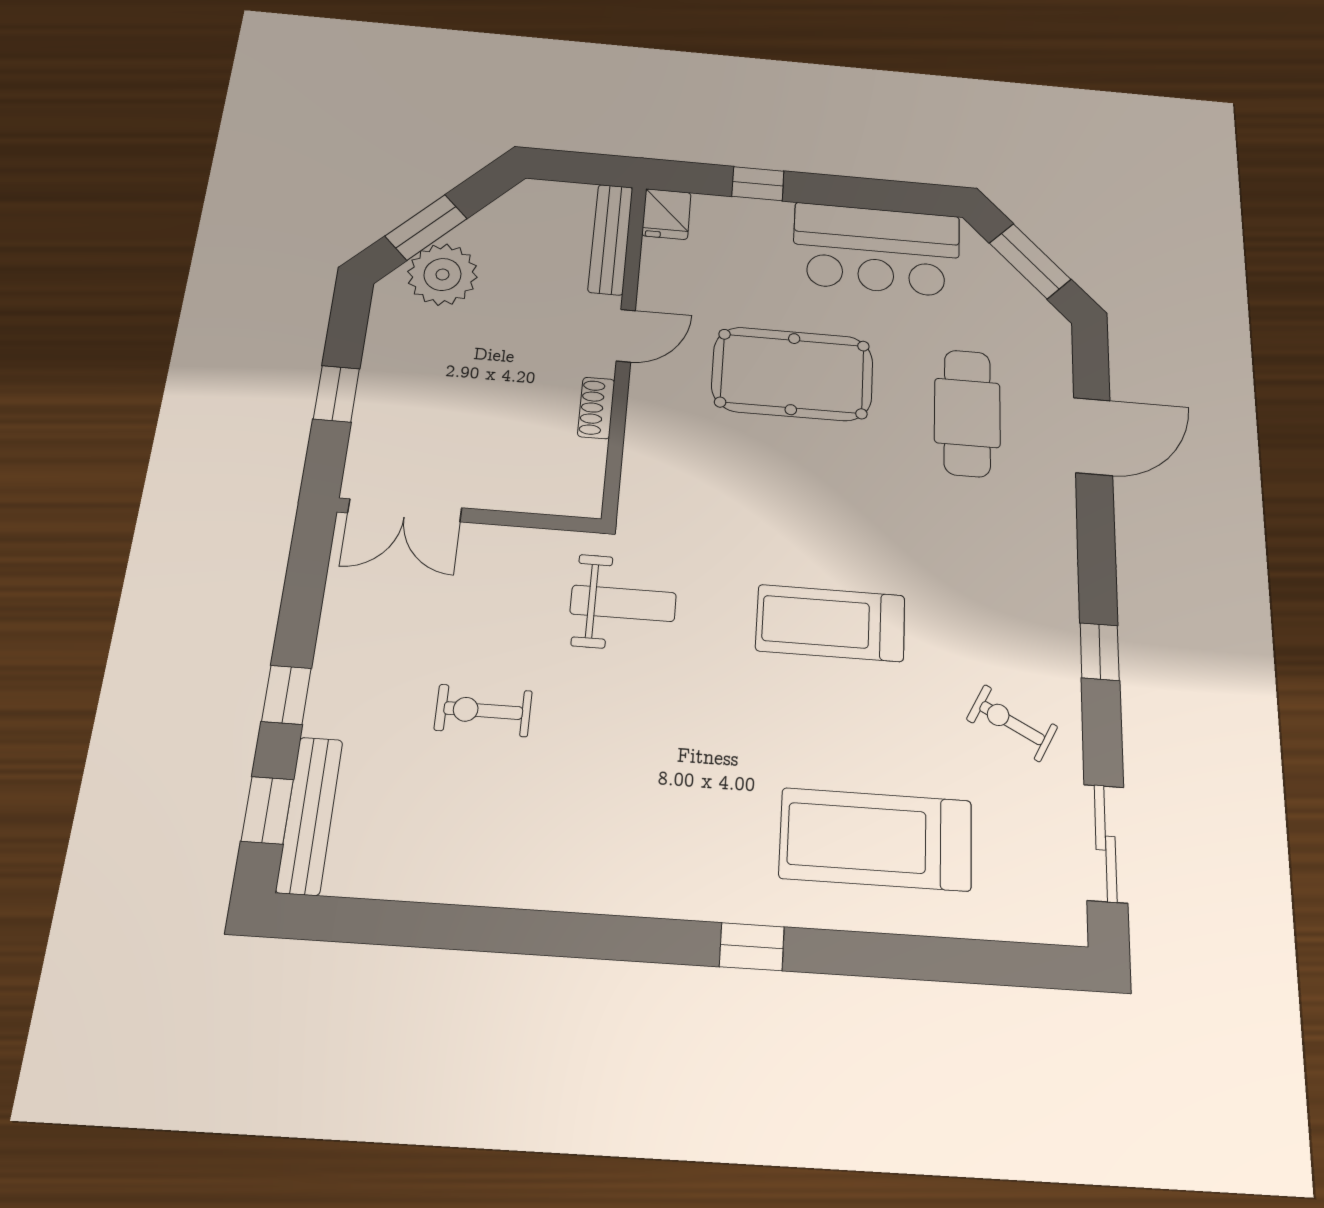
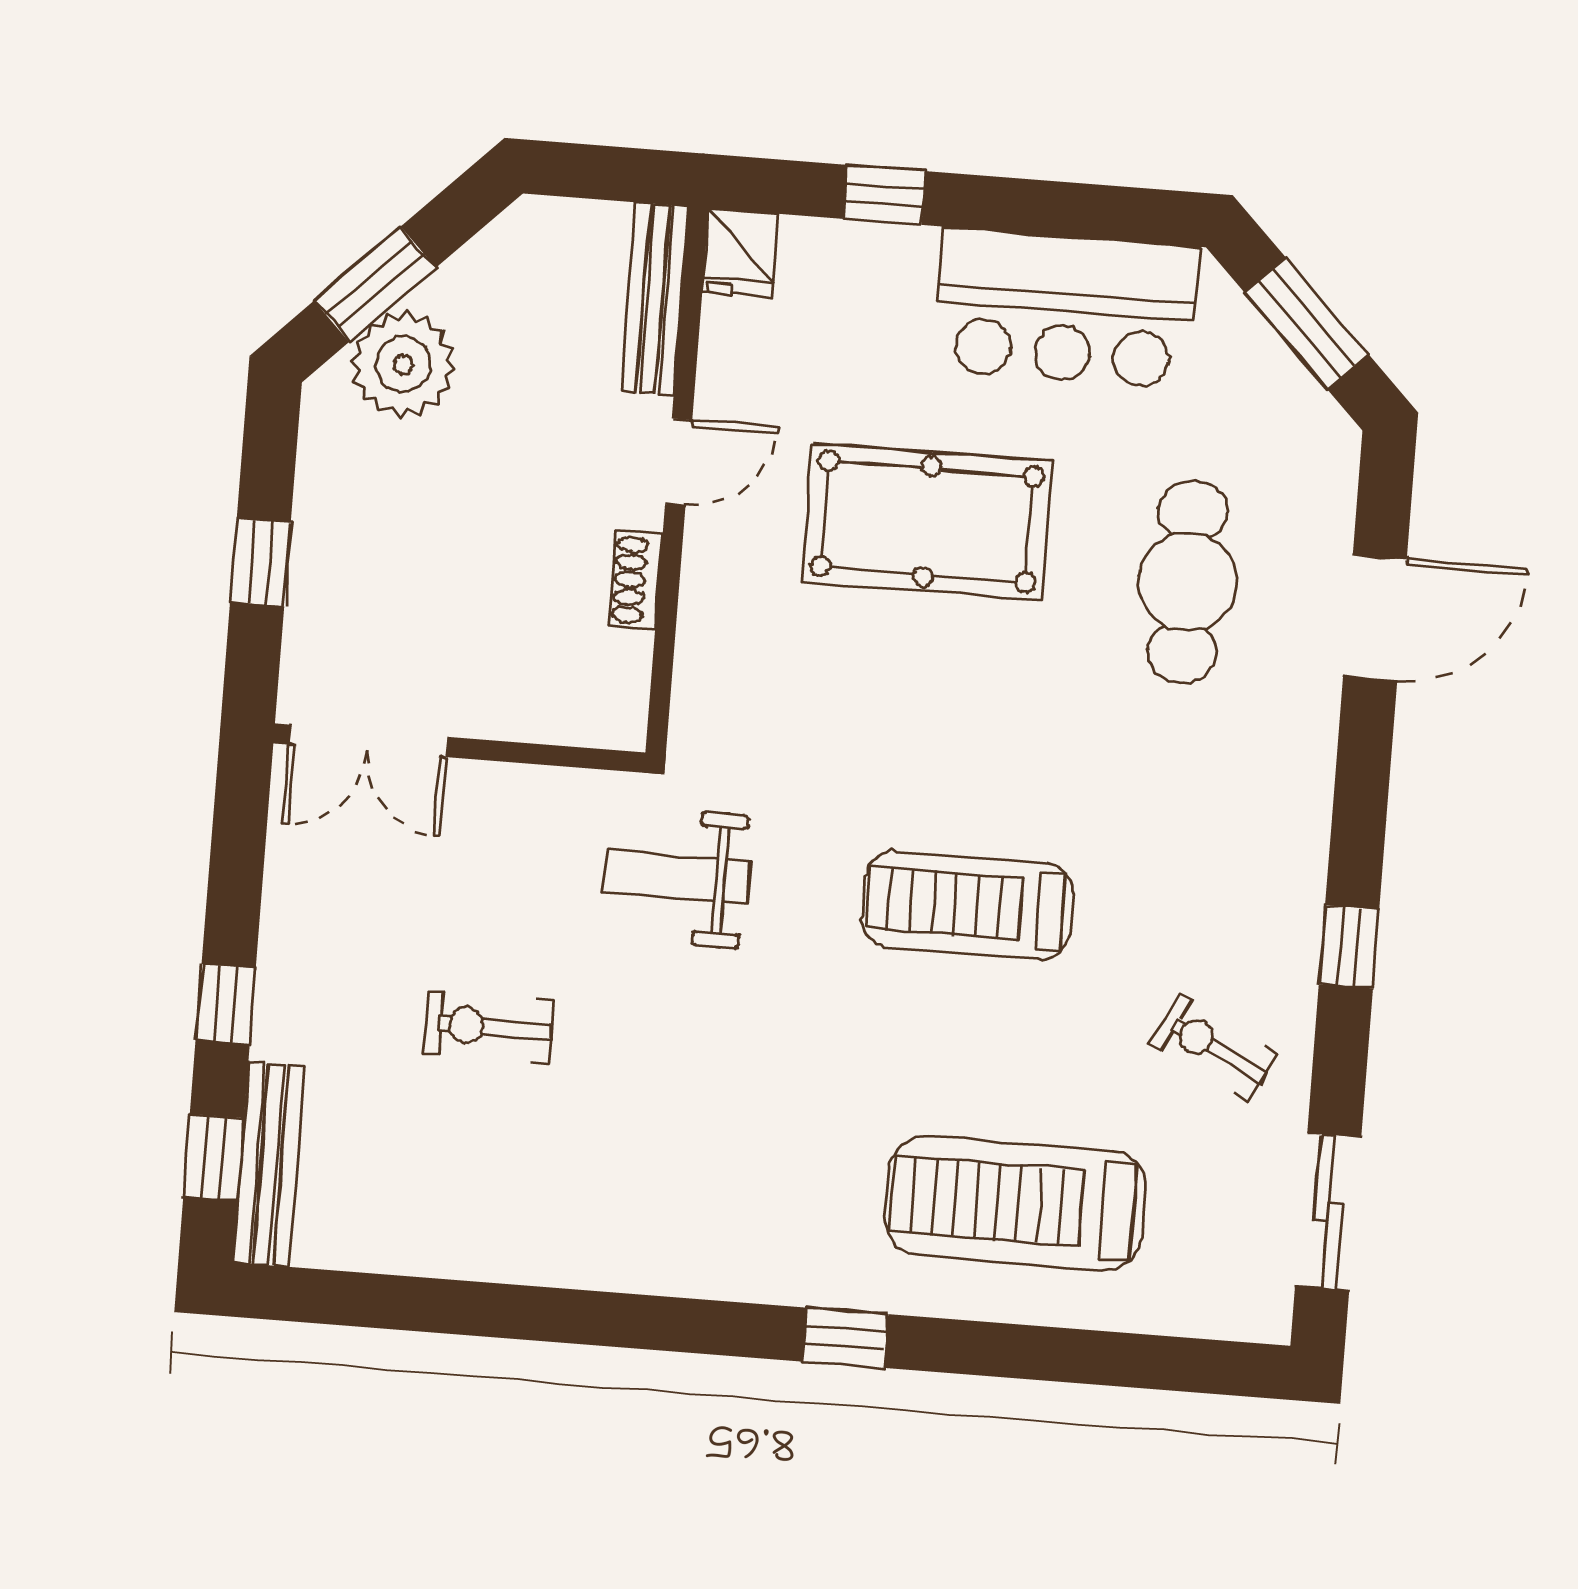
weight bench: (623, 603) -> (677, 877), turned 180

